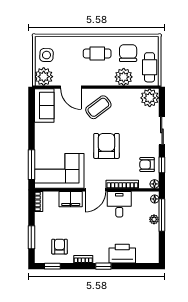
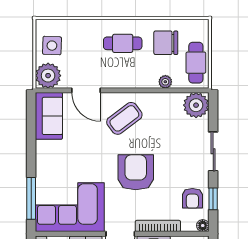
chair: (128, 53) -> (166, 43), turned -90
plant: (124, 77) -> (165, 82), width x0.53, depth x0.53
armchair: (147, 165) -> (192, 198), turned -90

